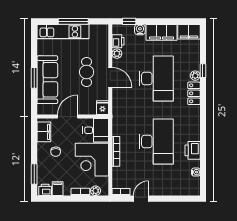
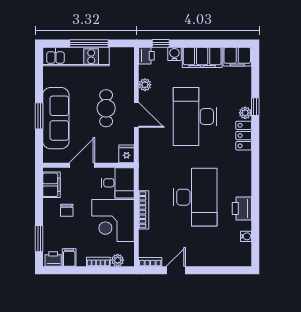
printer: (118, 41) -> (146, 56), moved
desk: (156, 78) -> (195, 117), turned 180

